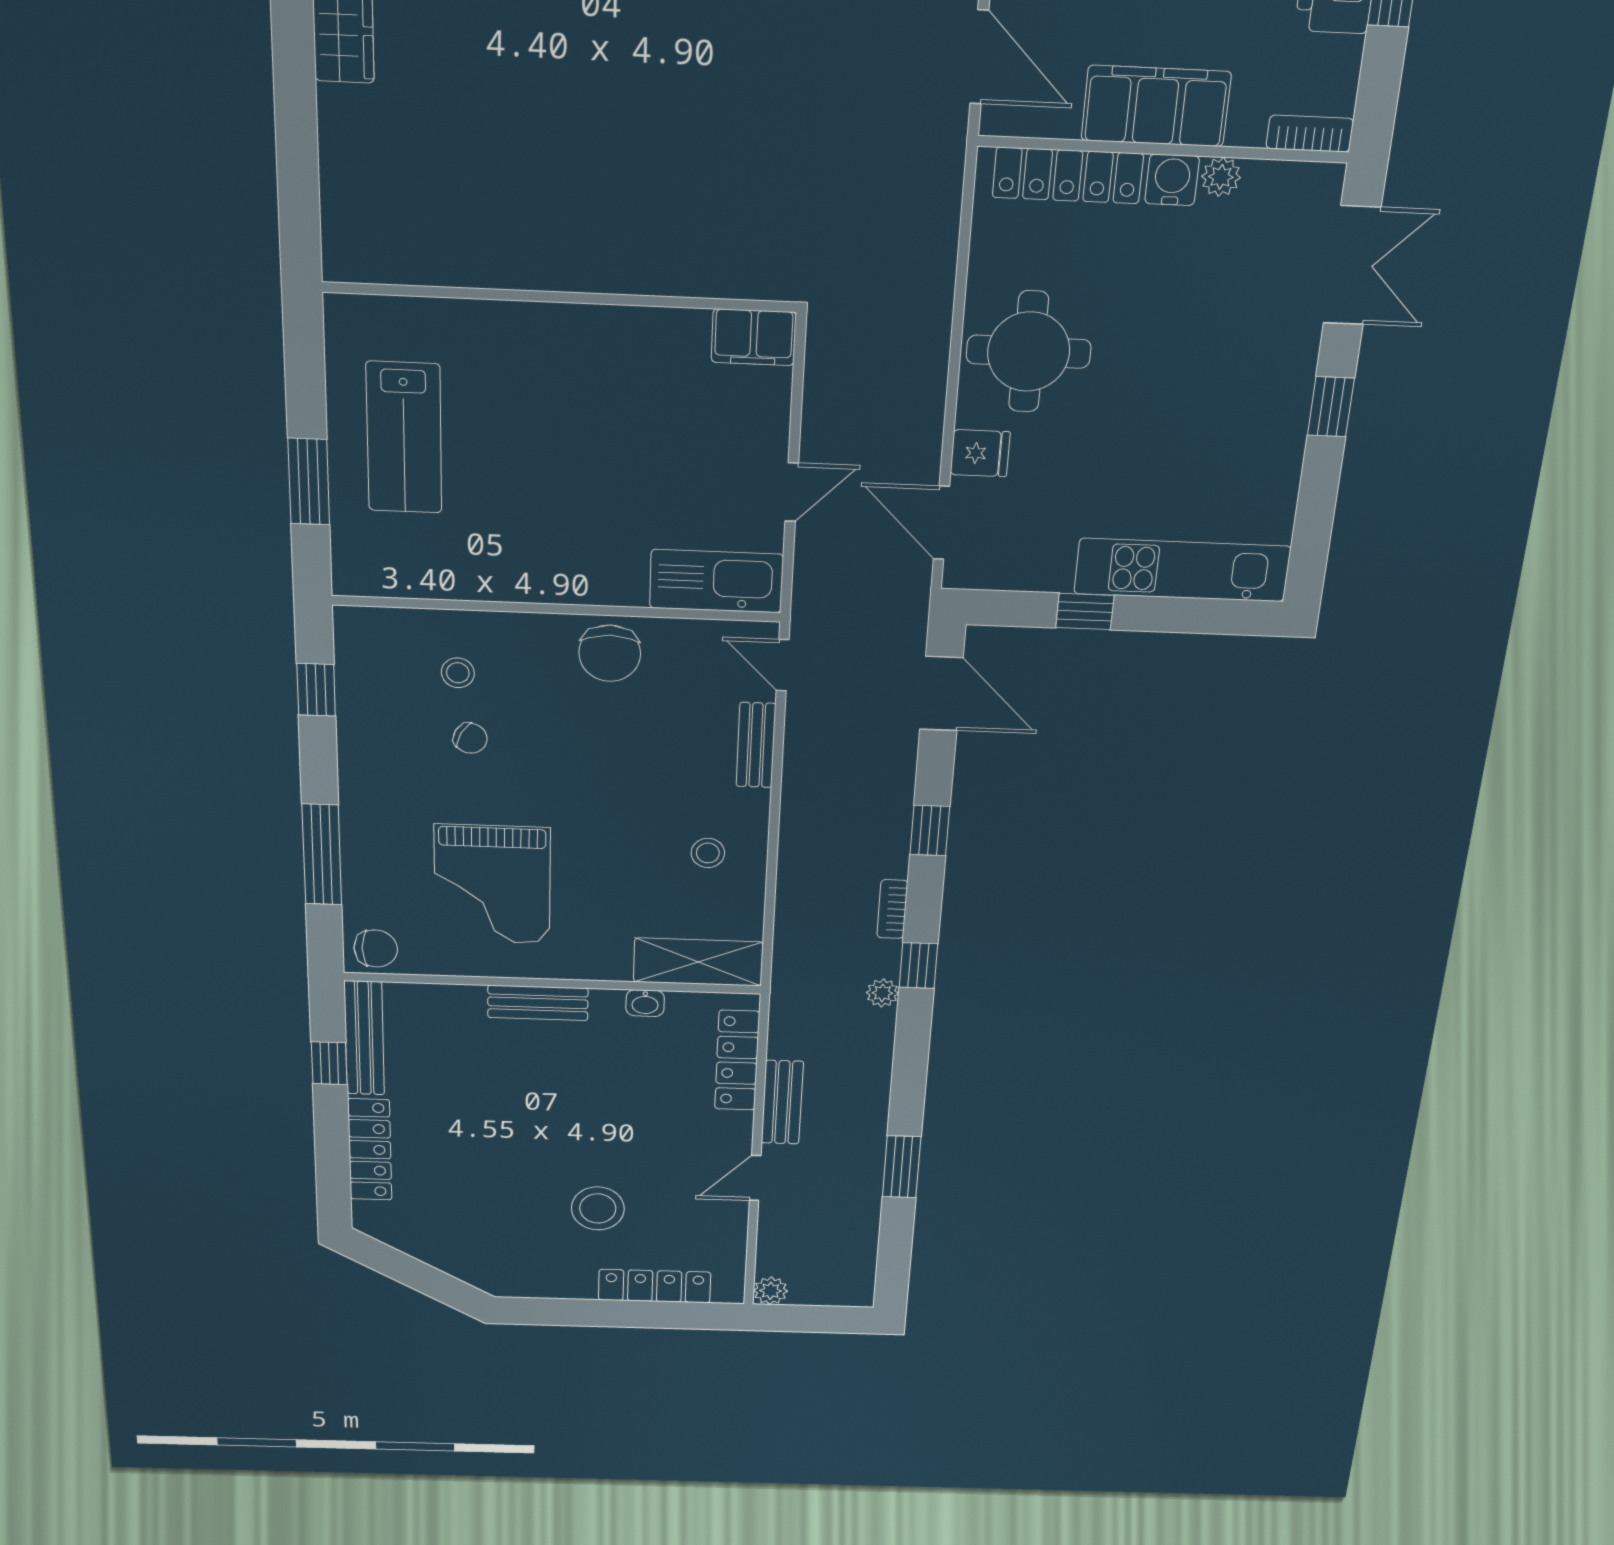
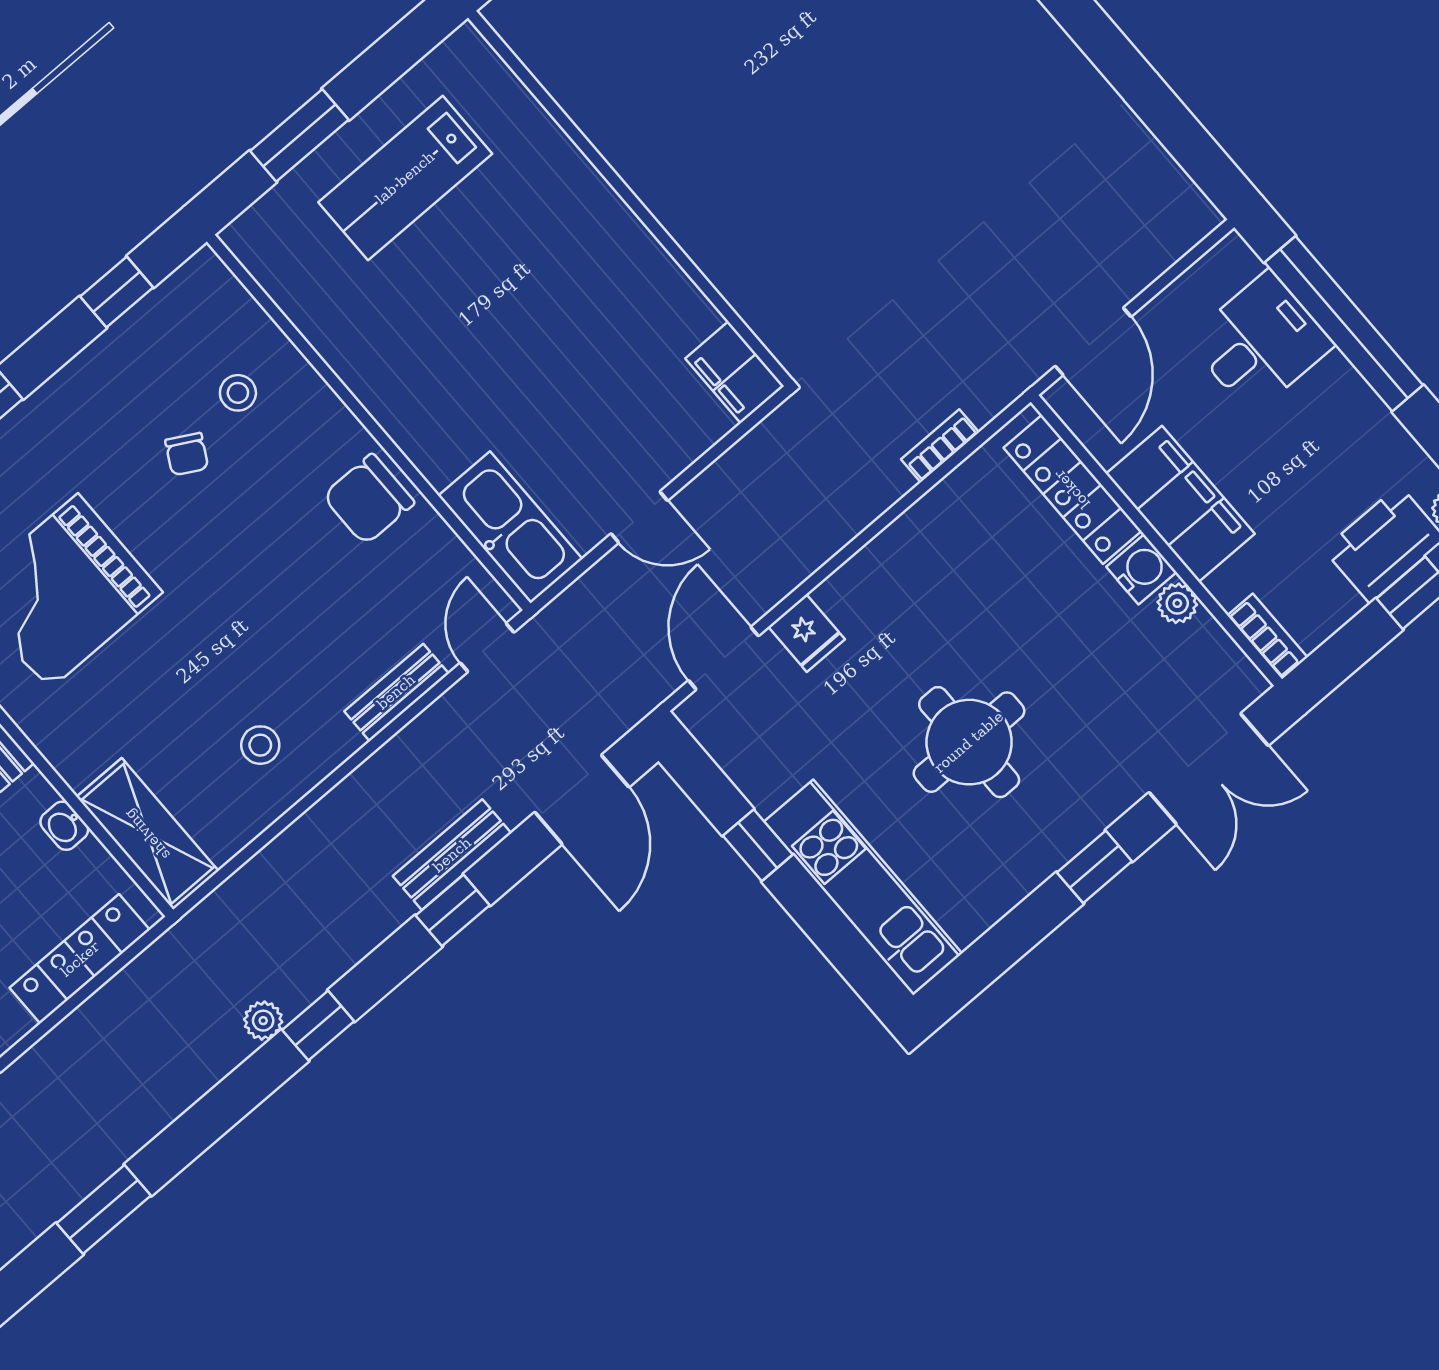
round table: (1029, 352) -> (969, 742), moved
bookcase: (892, 909) -> (940, 446), moved
bench: (782, 1102) -> (452, 855), moved

